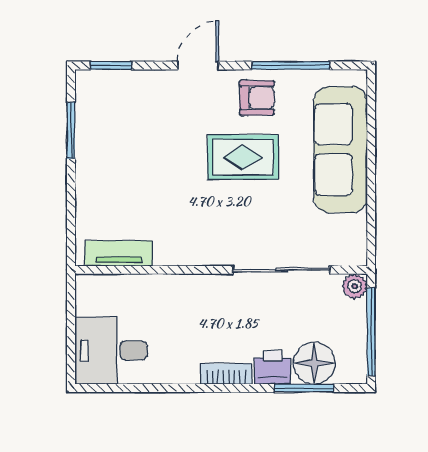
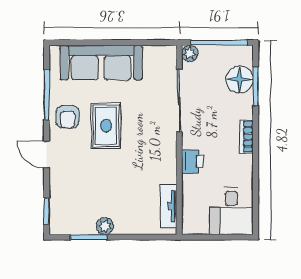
armchair: (257, 98) -> (68, 117), turned 180
plant: (88, 155) -> (105, 226), added
printer: (272, 368) -> (192, 162), moved, turned 180

